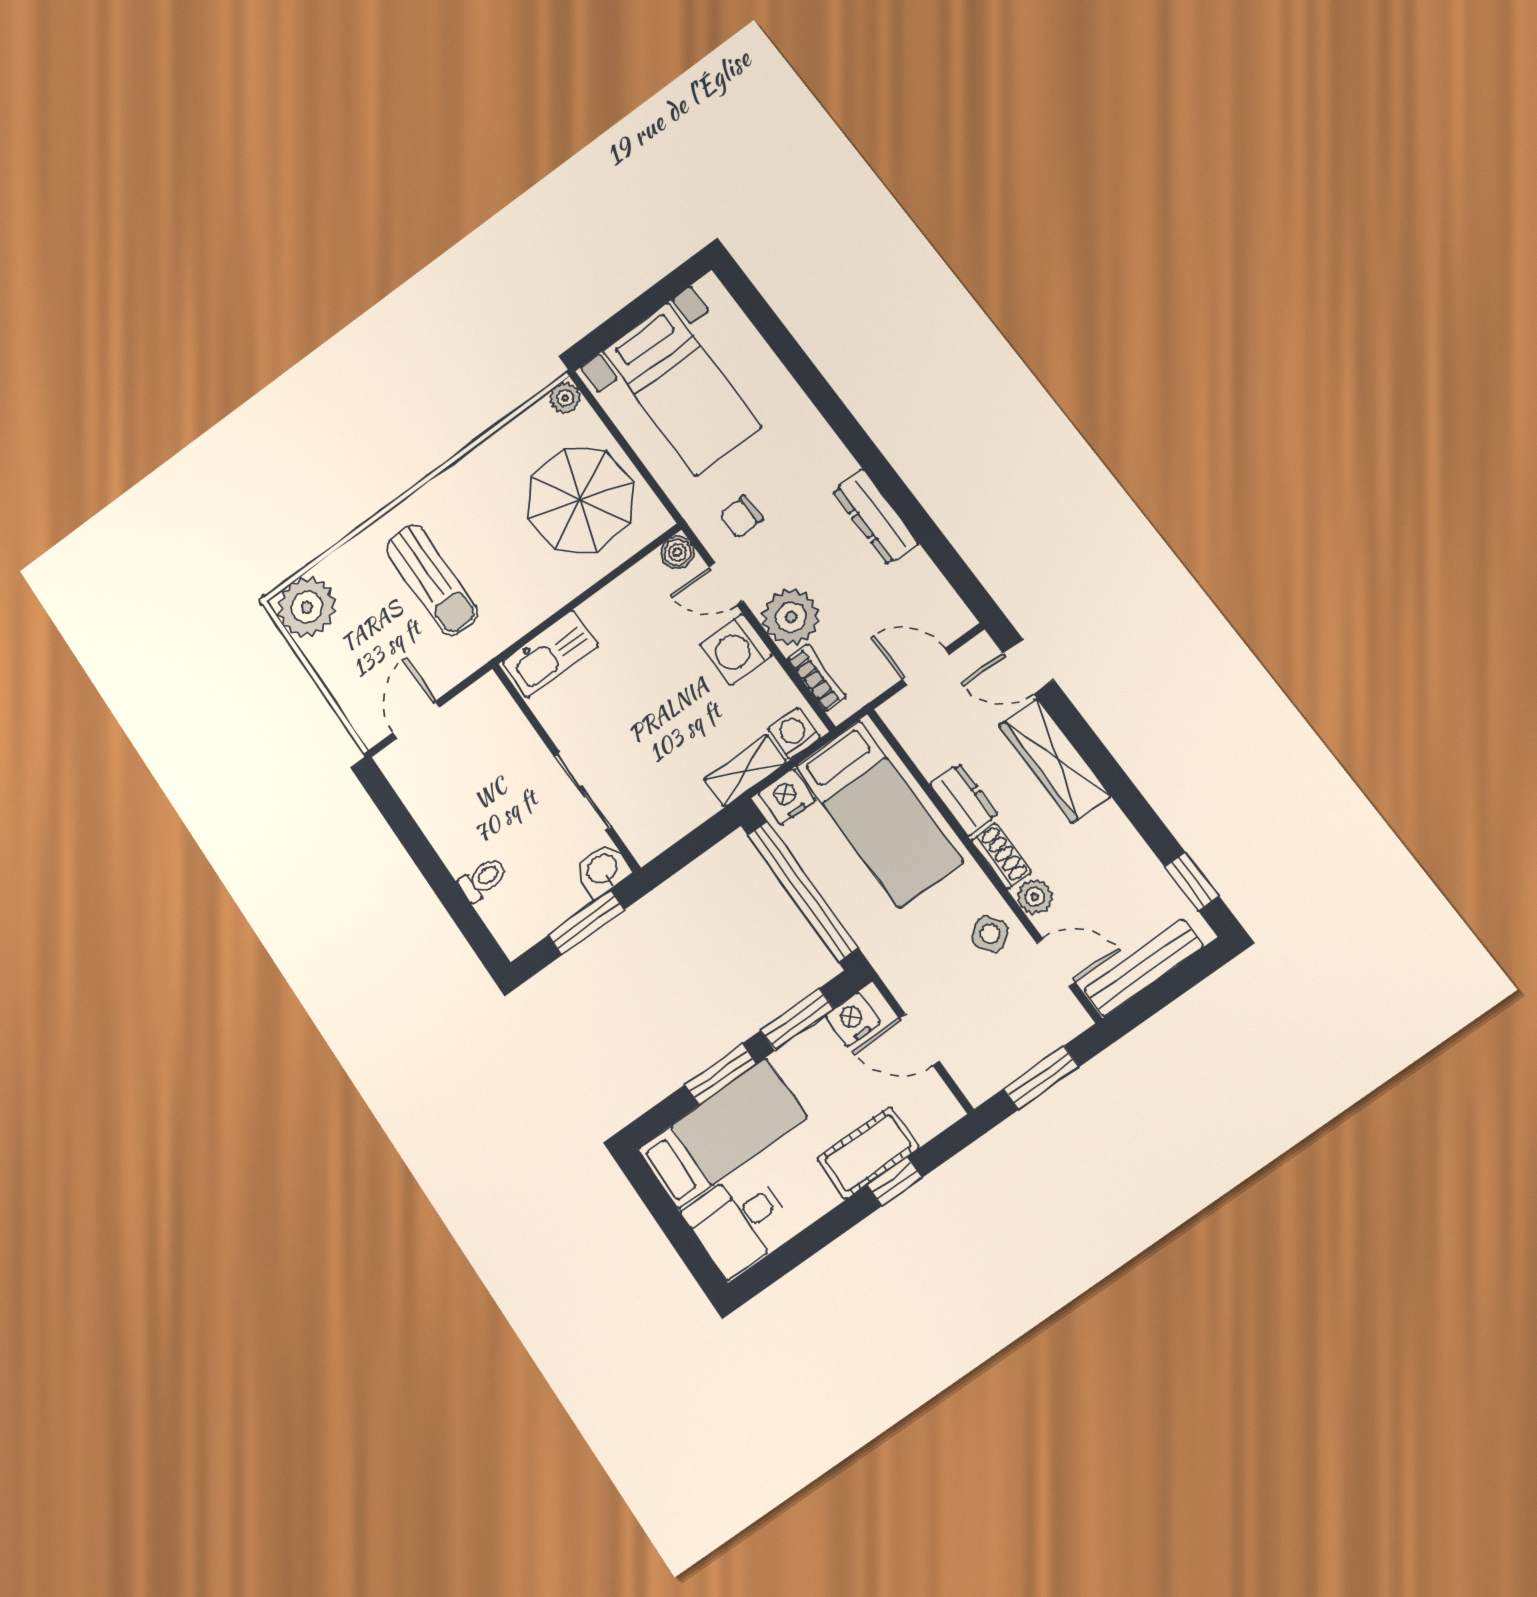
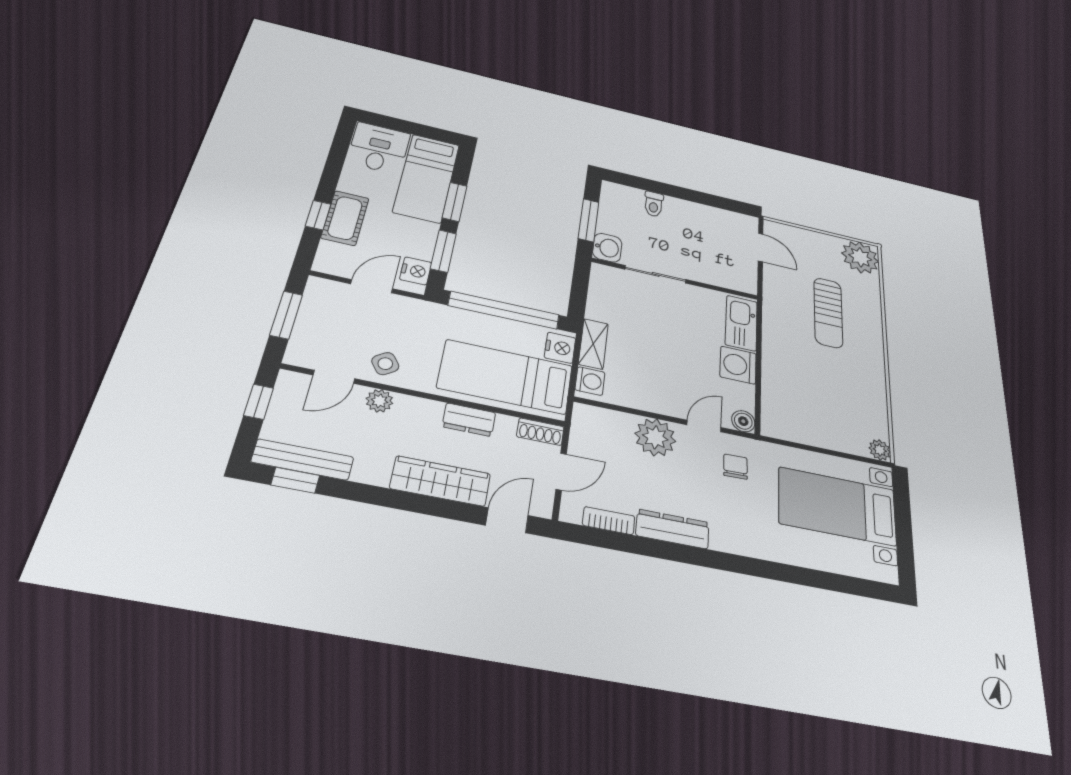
parasol: (581, 500) -> (814, 406), removed
sun lounger: (432, 580) -> (828, 312), turned -90
washing machine: (736, 649) -> (738, 365), moved, turned -90
bookcase: (816, 678) -> (609, 521), moved, turned 180
shoe rack: (1001, 856) -> (540, 432), moved
bench: (1144, 968) -> (303, 460), moved, turned 90
window: (1155, 997) -> (259, 402), added

